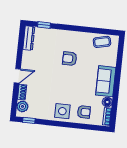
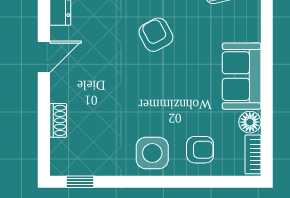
armchair: (70, 59) -> (156, 35), turned 62
door: (17, 76) -> (44, 57), moved
plant: (22, 106) -> (63, 152), removed

